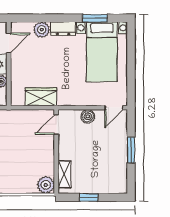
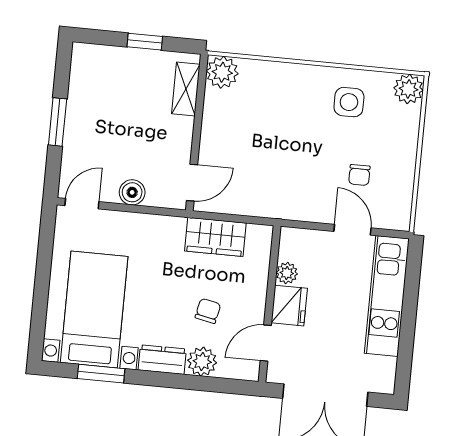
chair: (41, 57) -> (208, 311), added

